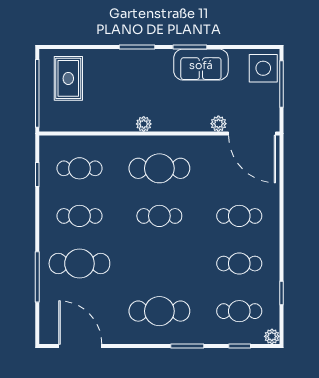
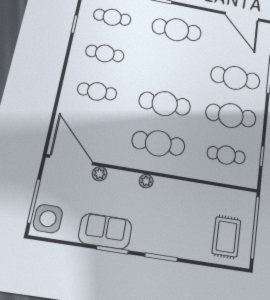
plant: (144, 124) -> (146, 181), moved
cafe table: (79, 216) -> (231, 116), width x1.37, depth x1.35
cafe table: (159, 216) -> (165, 104), width x1.37, depth x1.35

